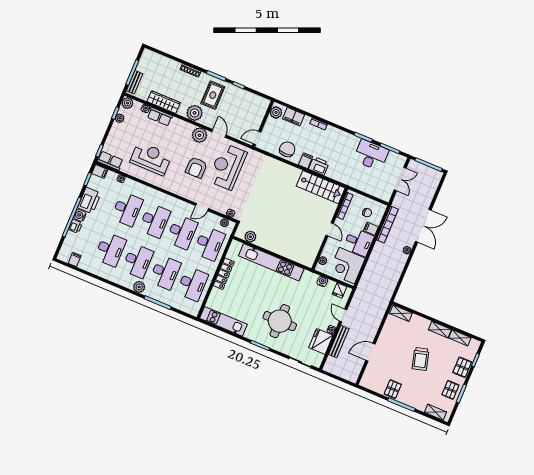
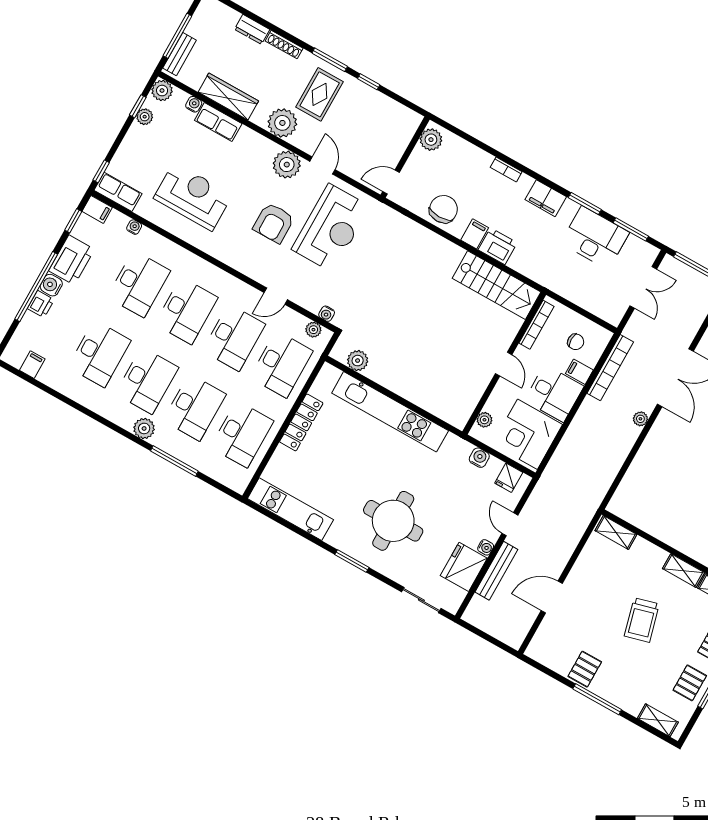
dresser: (172, 64) -> (252, 29), added
filing cabinet: (294, 117) -> (546, 198), moved
reception desk: (227, 167) -> (331, 228), turned 180

